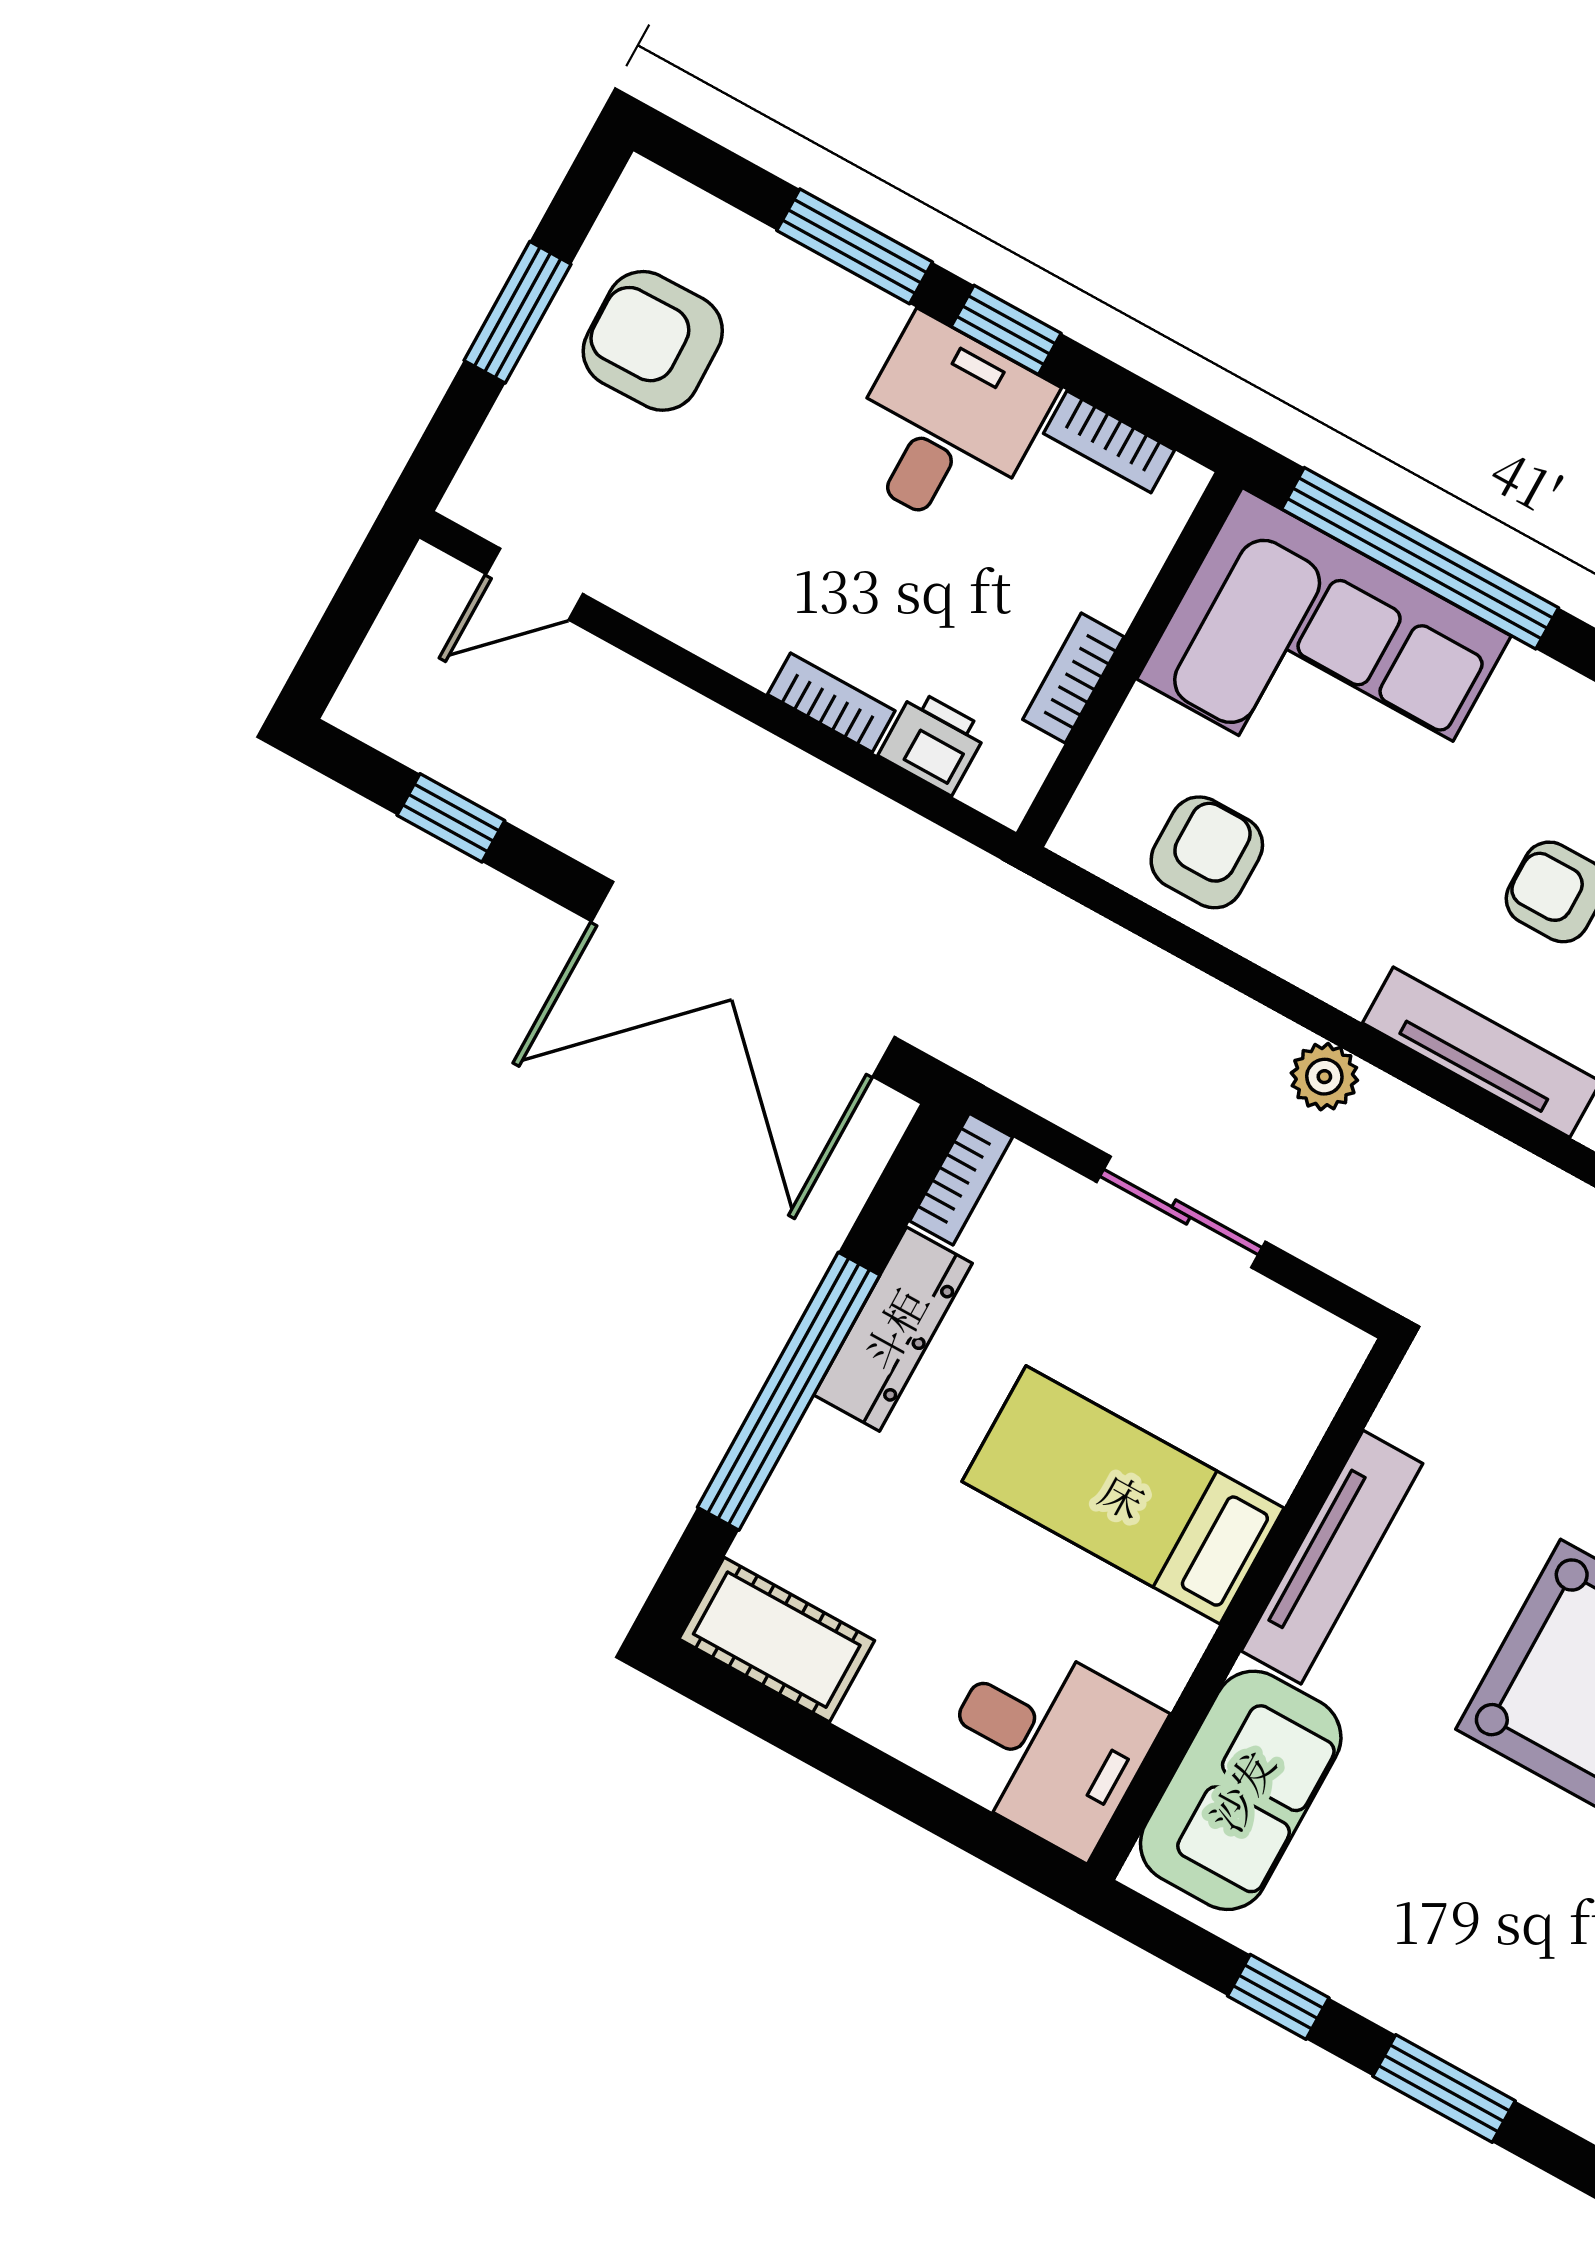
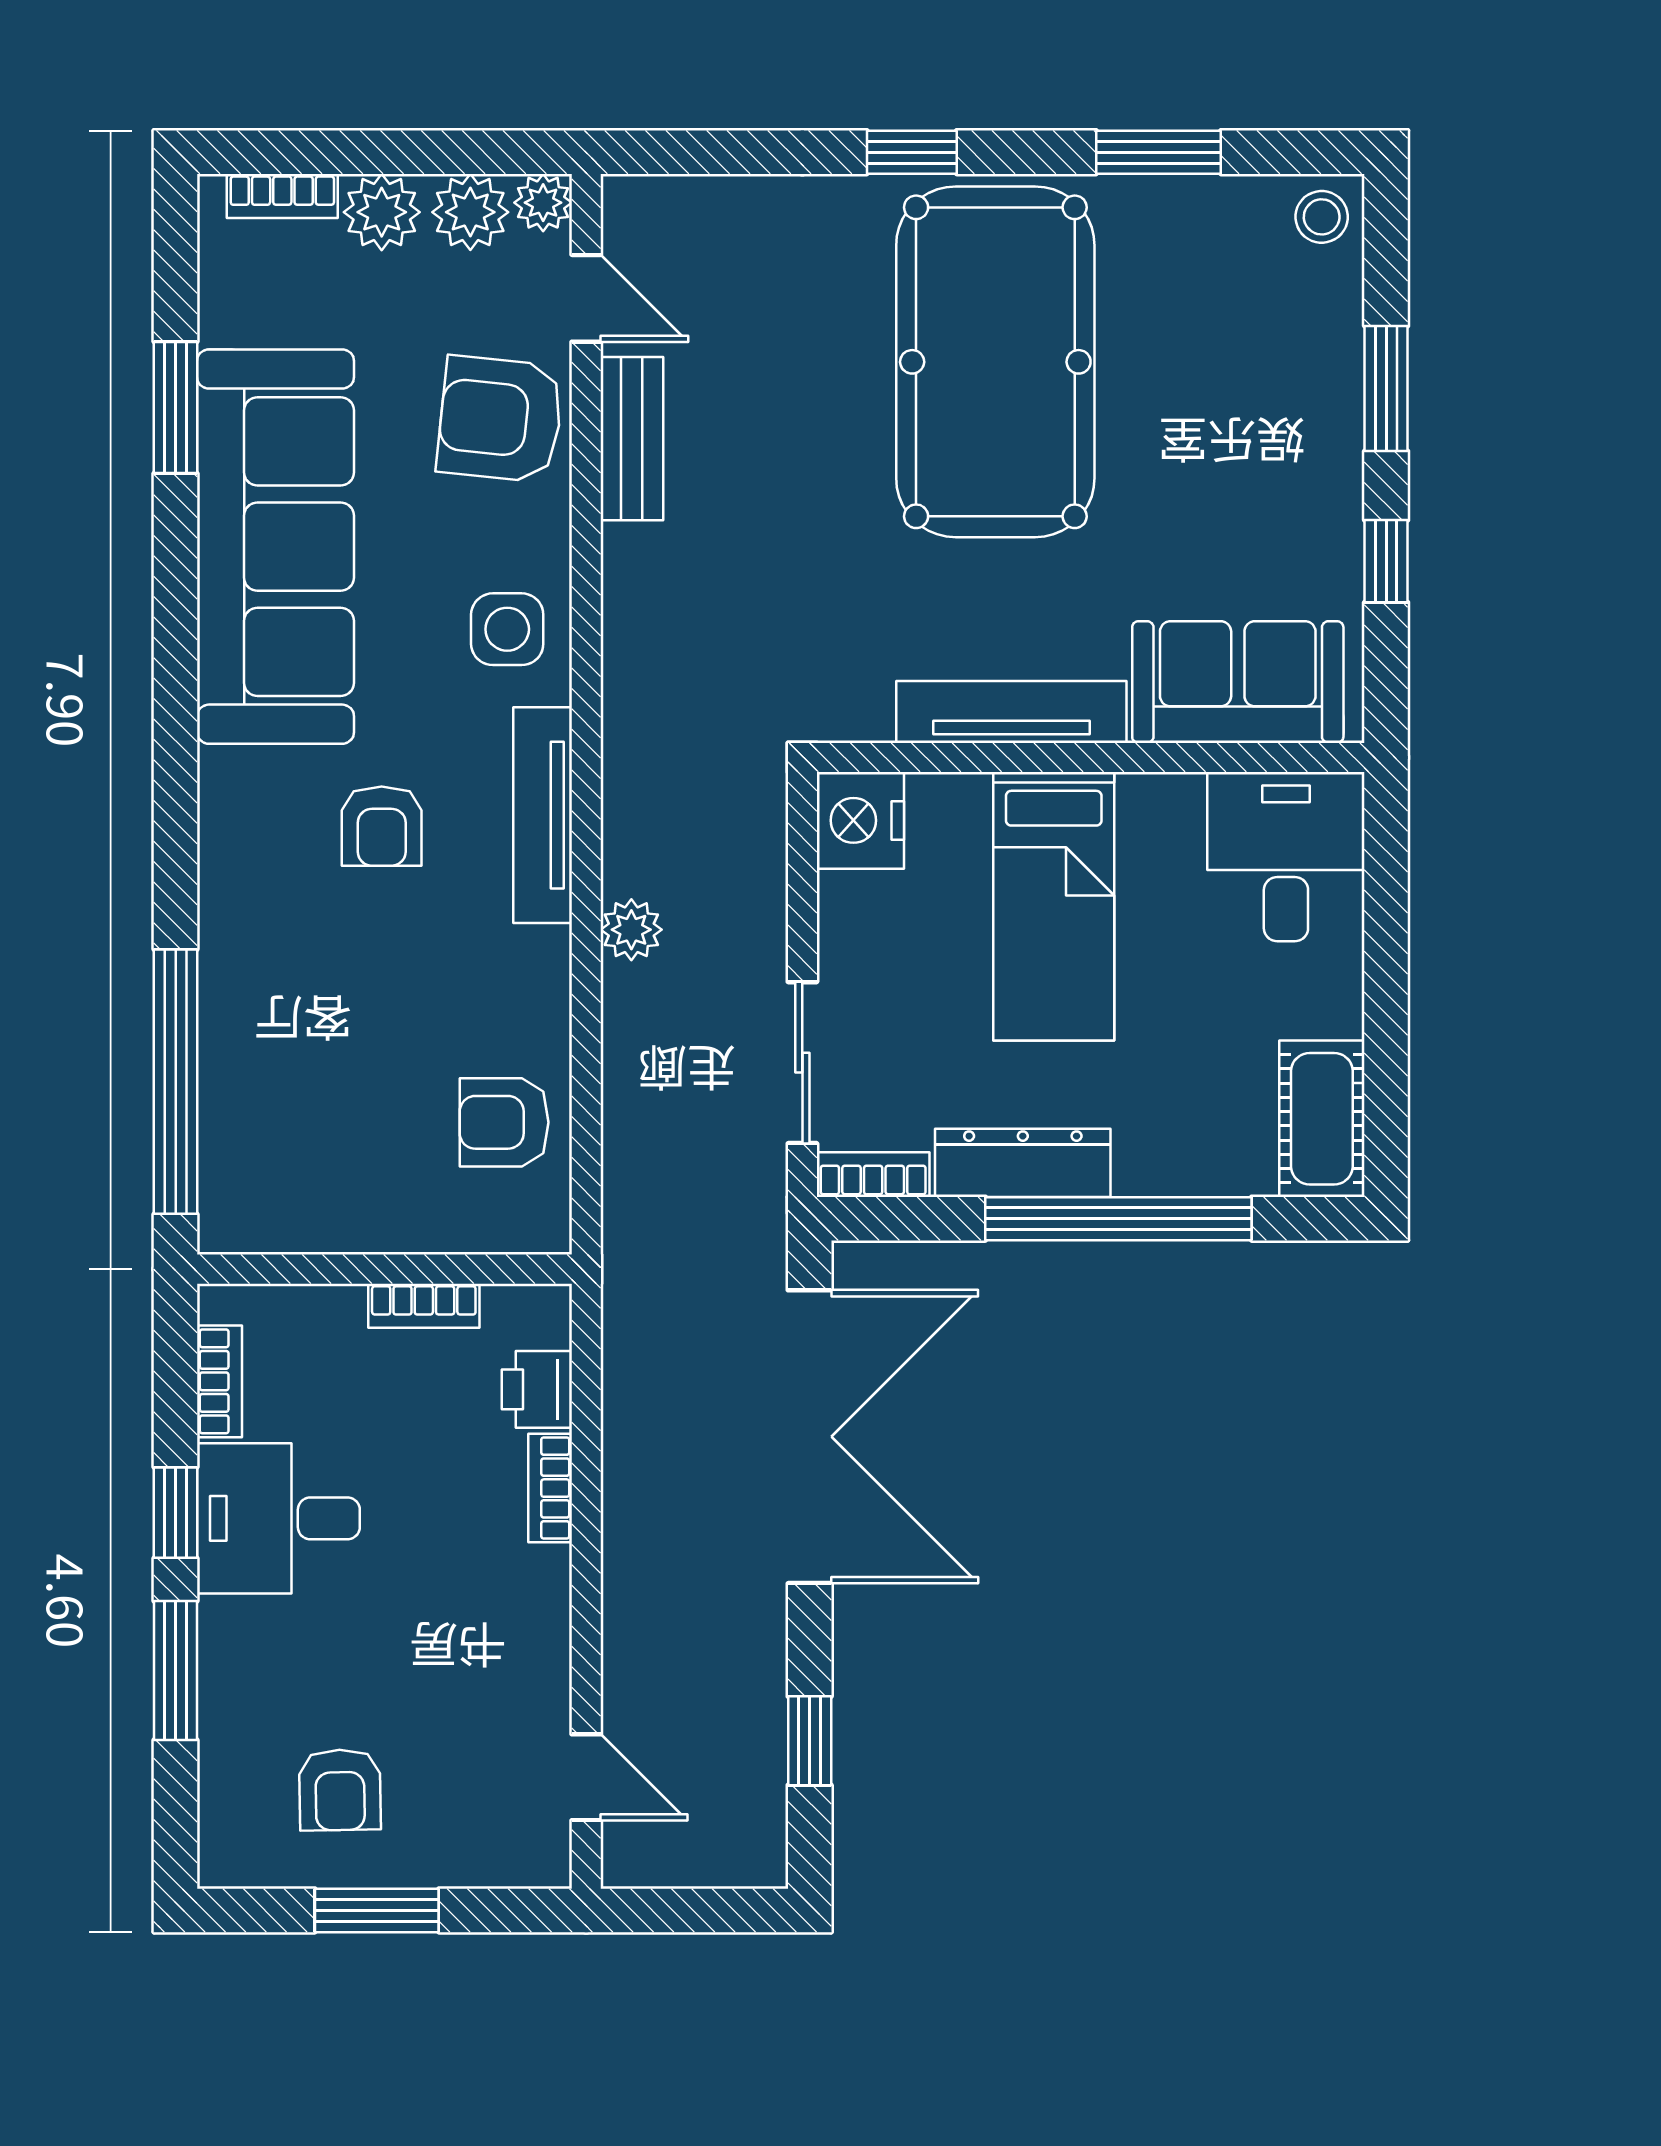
armchair: (653, 341) -> (340, 1790), width x0.72, depth x0.72
corner sofa: (1324, 657) -> (297, 1115), removed
sliding door: (1181, 1212) -> (802, 1063), moved
nightstand: (1308, 1355) -> (860, 820), added

